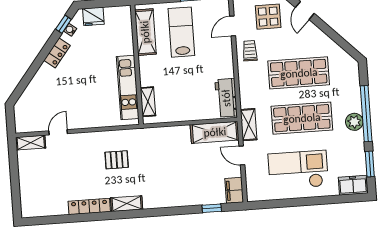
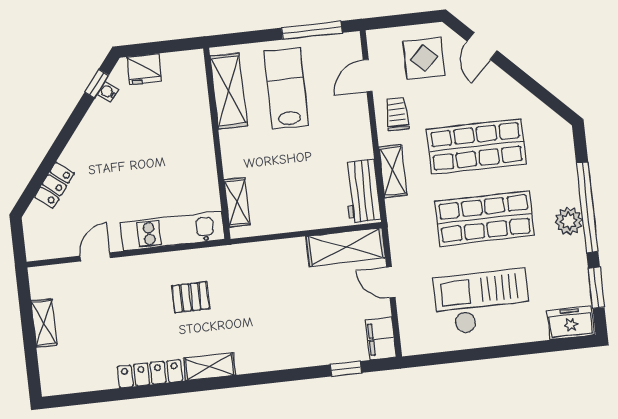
locker: (57, 53) -> (54, 185), moved
kitchen unit: (128, 88) -> (172, 231), moved, turned 90
shelving: (249, 125) -> (393, 171), moved
shelving: (31, 143) -> (44, 323), moved, turned 90

